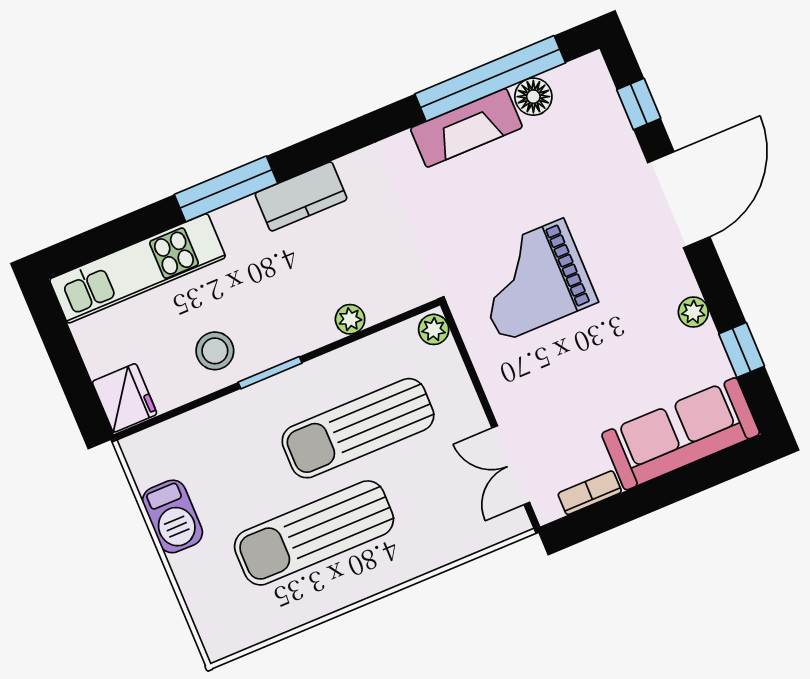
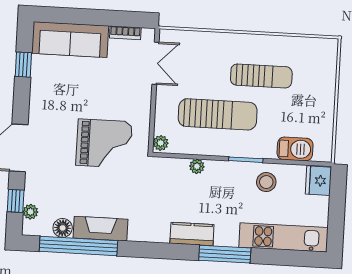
plant: (693, 312) -> (30, 212), moved
barbecue: (172, 516) -> (295, 149), moved, turned 90
sun lounger: (314, 533) -> (261, 76), width x0.73, depth x0.75

